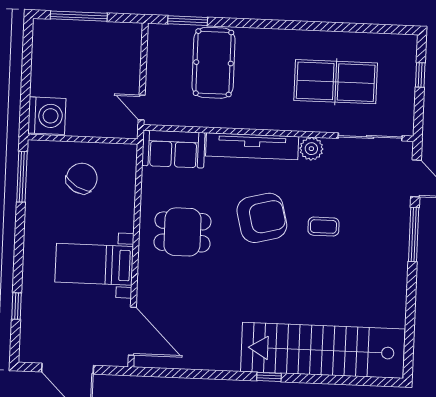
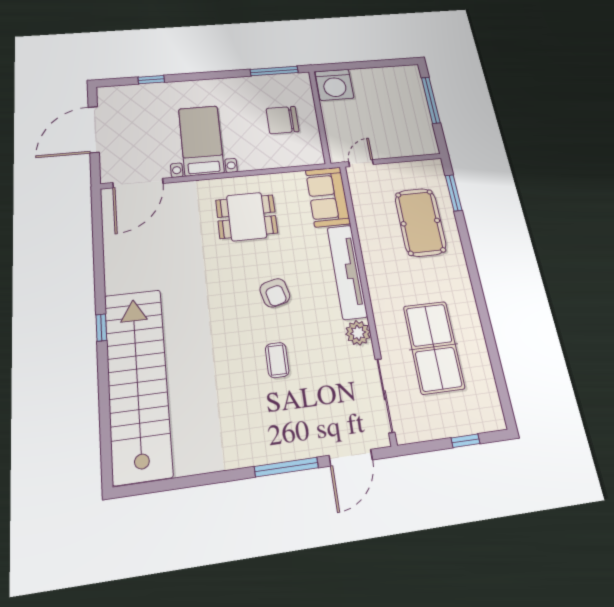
pool table: (214, 63) -> (420, 222), turned 90
chair: (82, 178) -> (283, 120), turned 150
armchair: (262, 218) -> (275, 293), width x0.53, depth x0.53
dining table: (182, 232) -> (247, 217), turned 90

